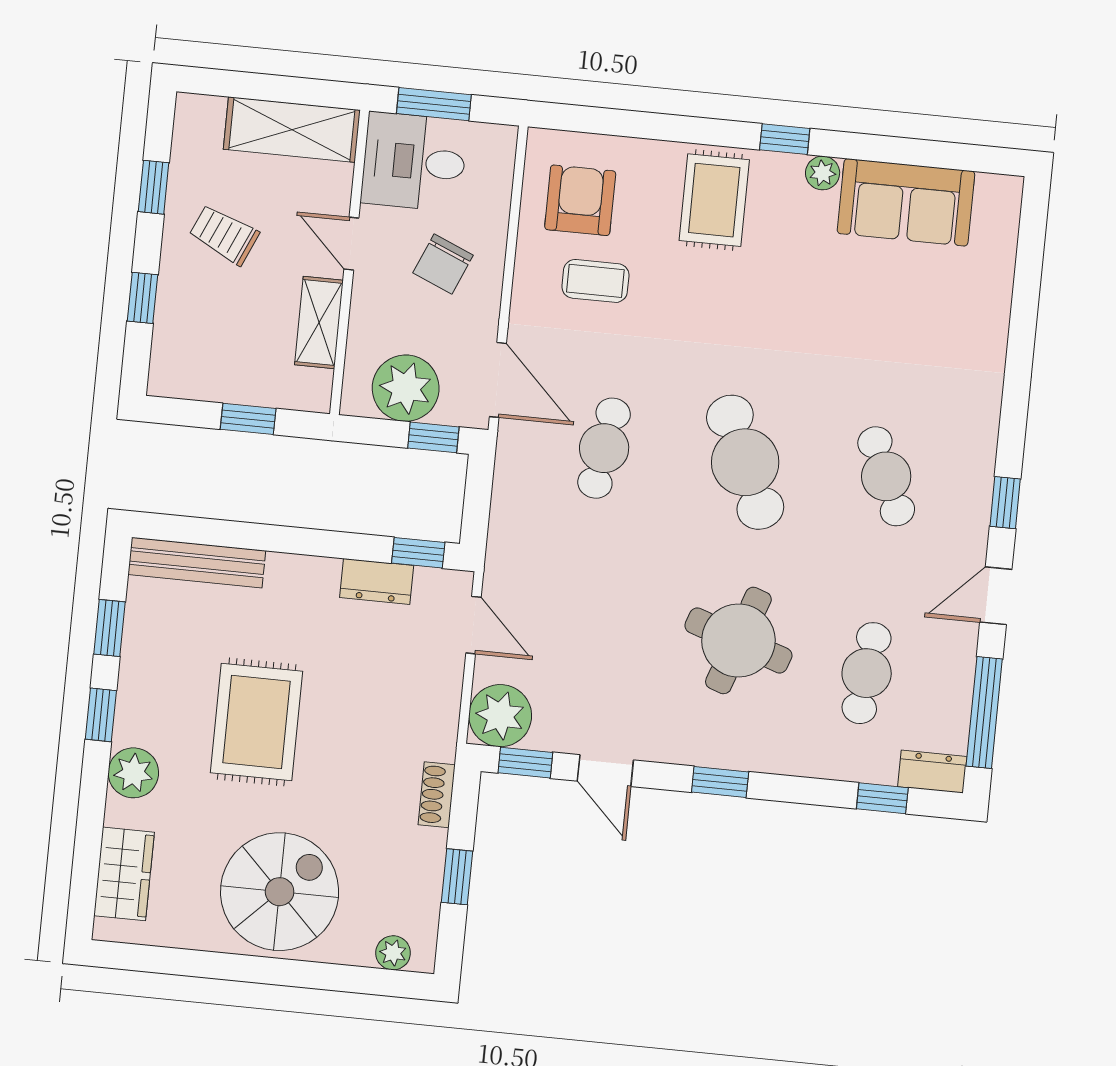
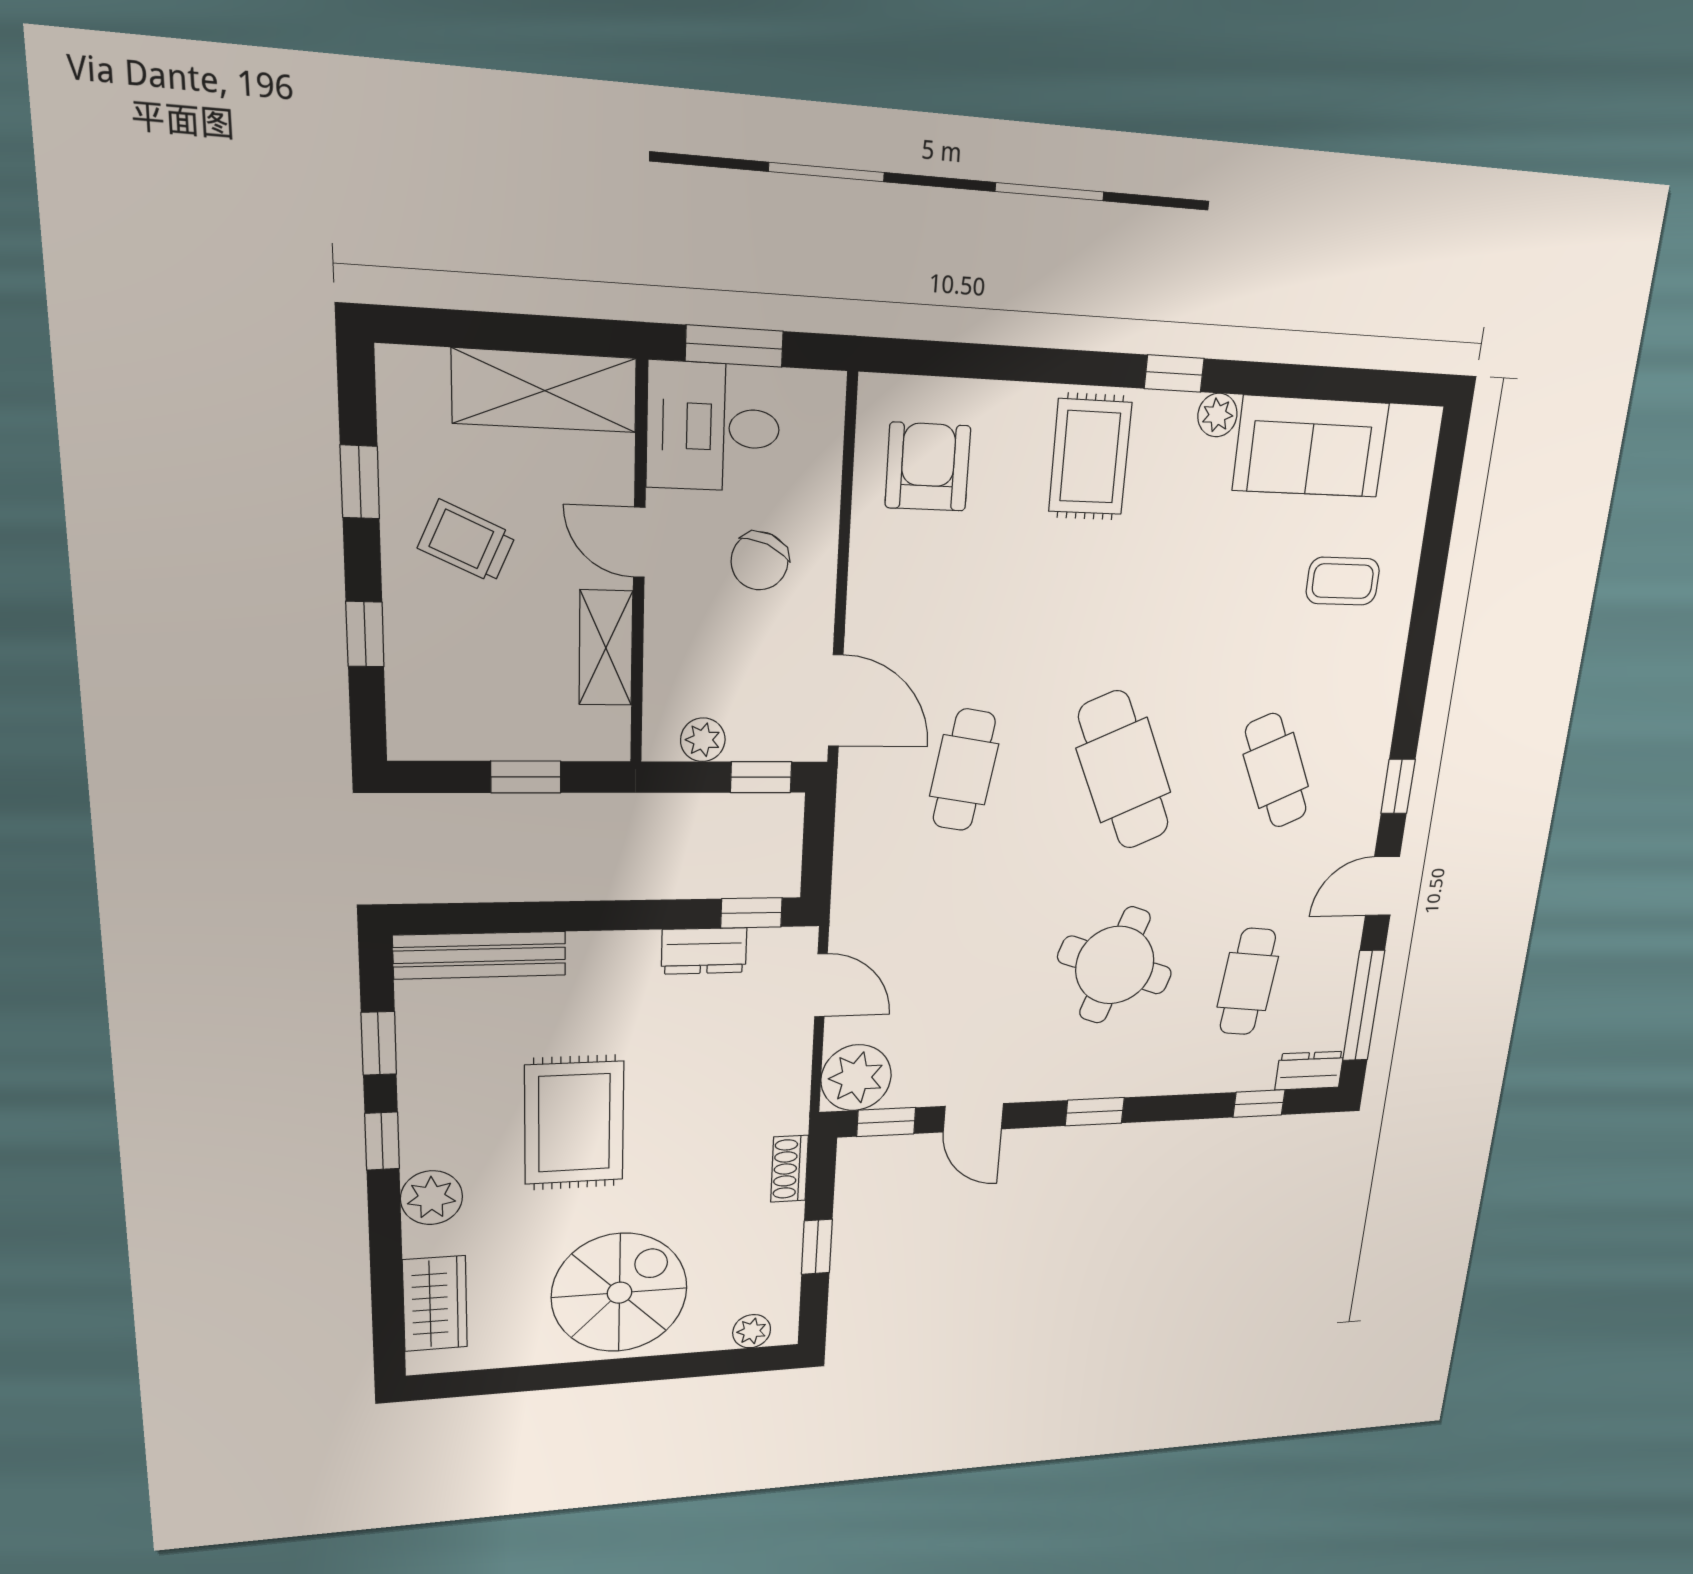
coffee table: (595, 281) -> (1343, 581), moved
plant: (406, 388) -> (703, 740), width x0.53, depth x0.53

